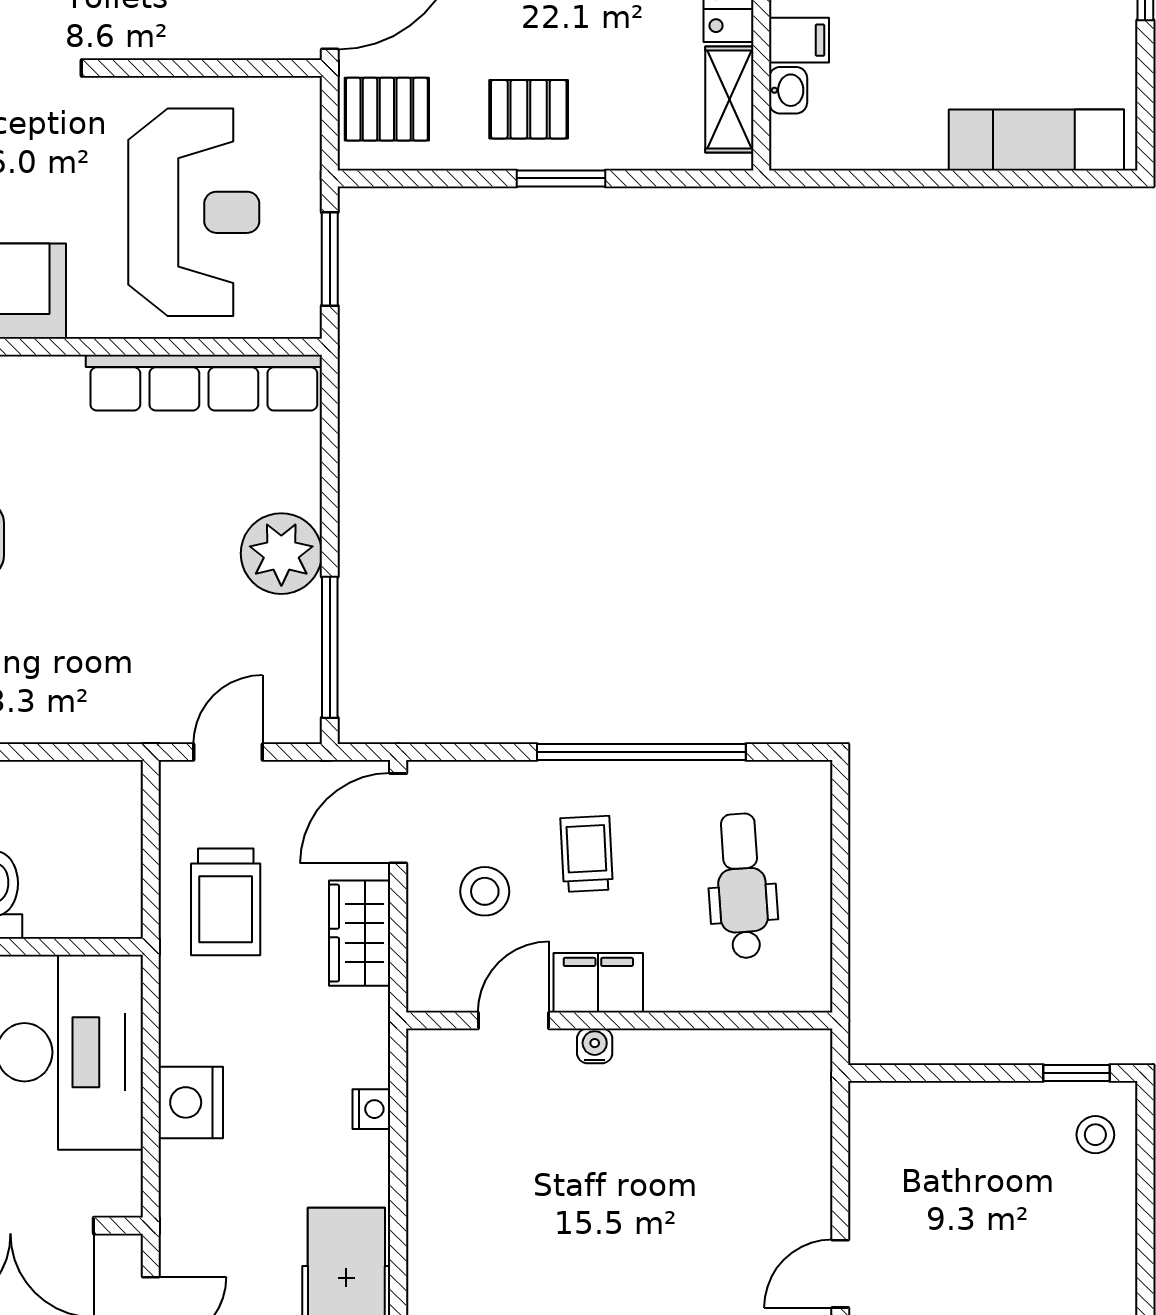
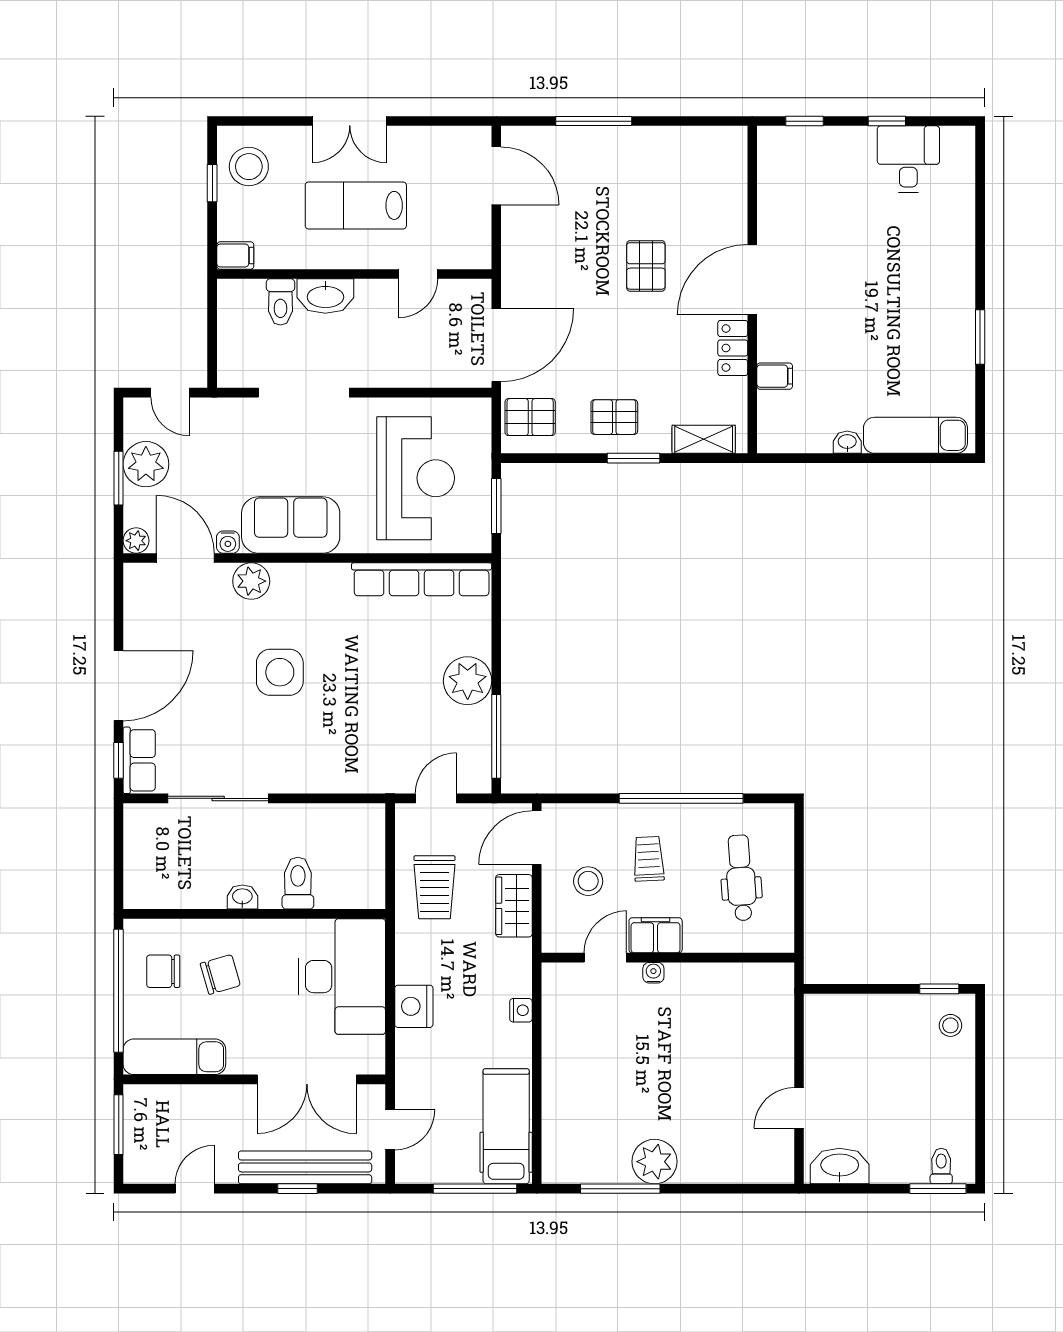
washbasin: (788, 90) -> (847, 442), moved, turned -90
shelving: (729, 99) -> (704, 439), moved, turned 90

